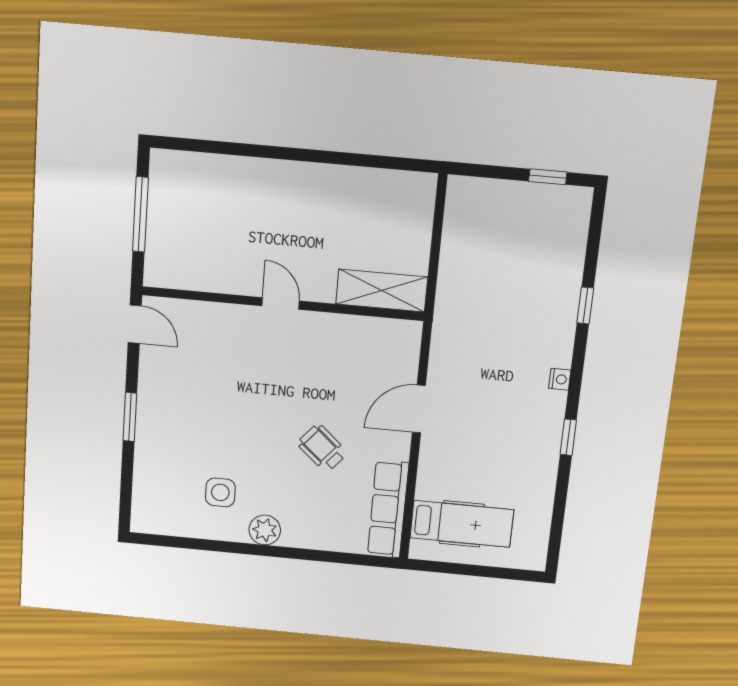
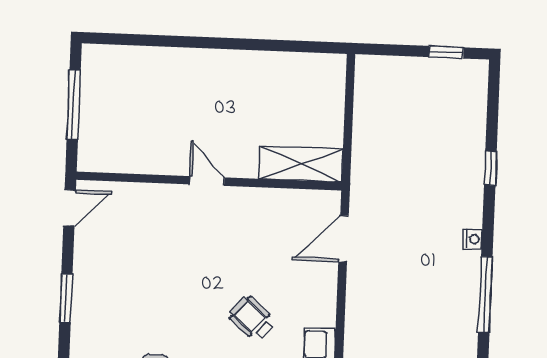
door: (135, 324) -> (70, 208), hinge flipped
door: (419, 409) -> (344, 239), moved
window: (568, 437) -> (485, 295), width x2.17

